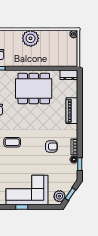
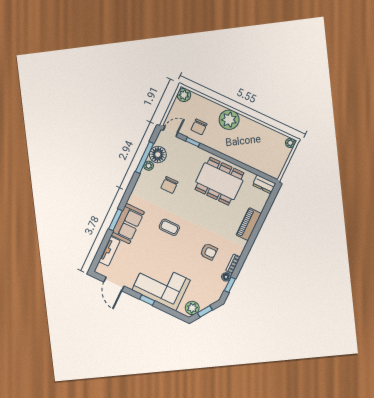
plant: (31, 38) -> (229, 120), moved

